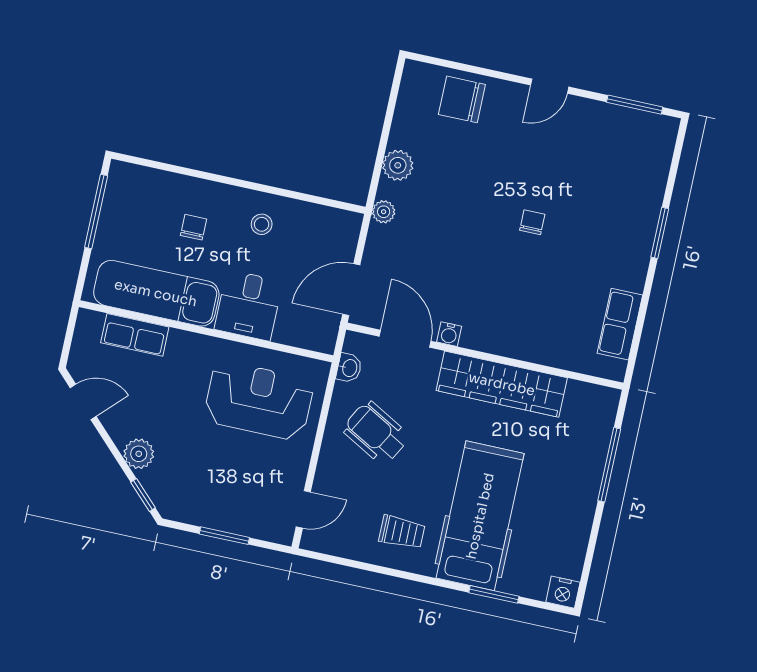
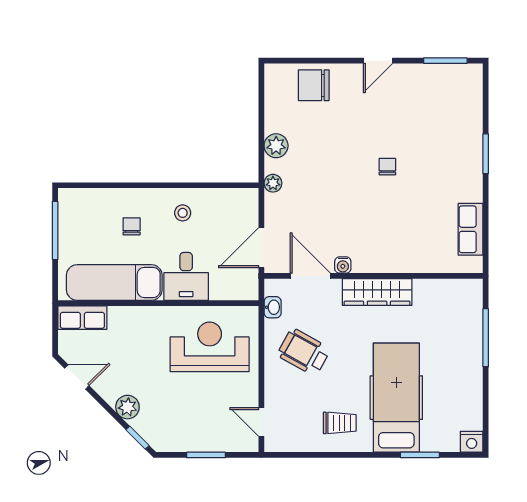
row of seats: (135, 335) -> (82, 318), moved
wardrobe: (502, 384) -> (377, 292), width x0.71, depth x0.85
door: (303, 509) -> (261, 422), swing flipped

